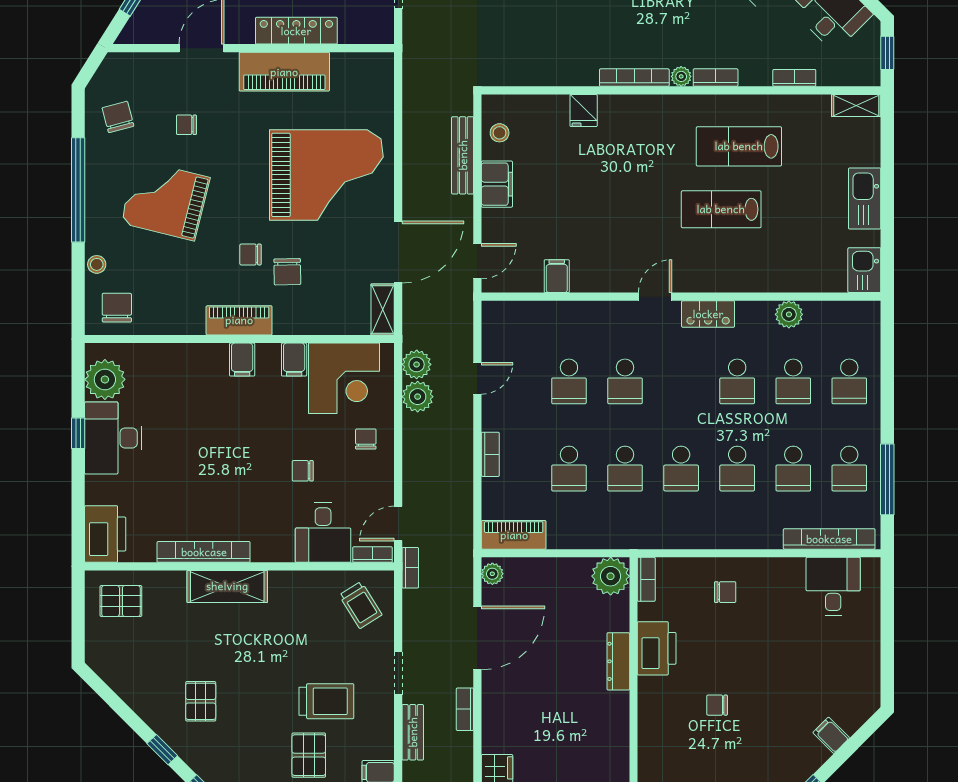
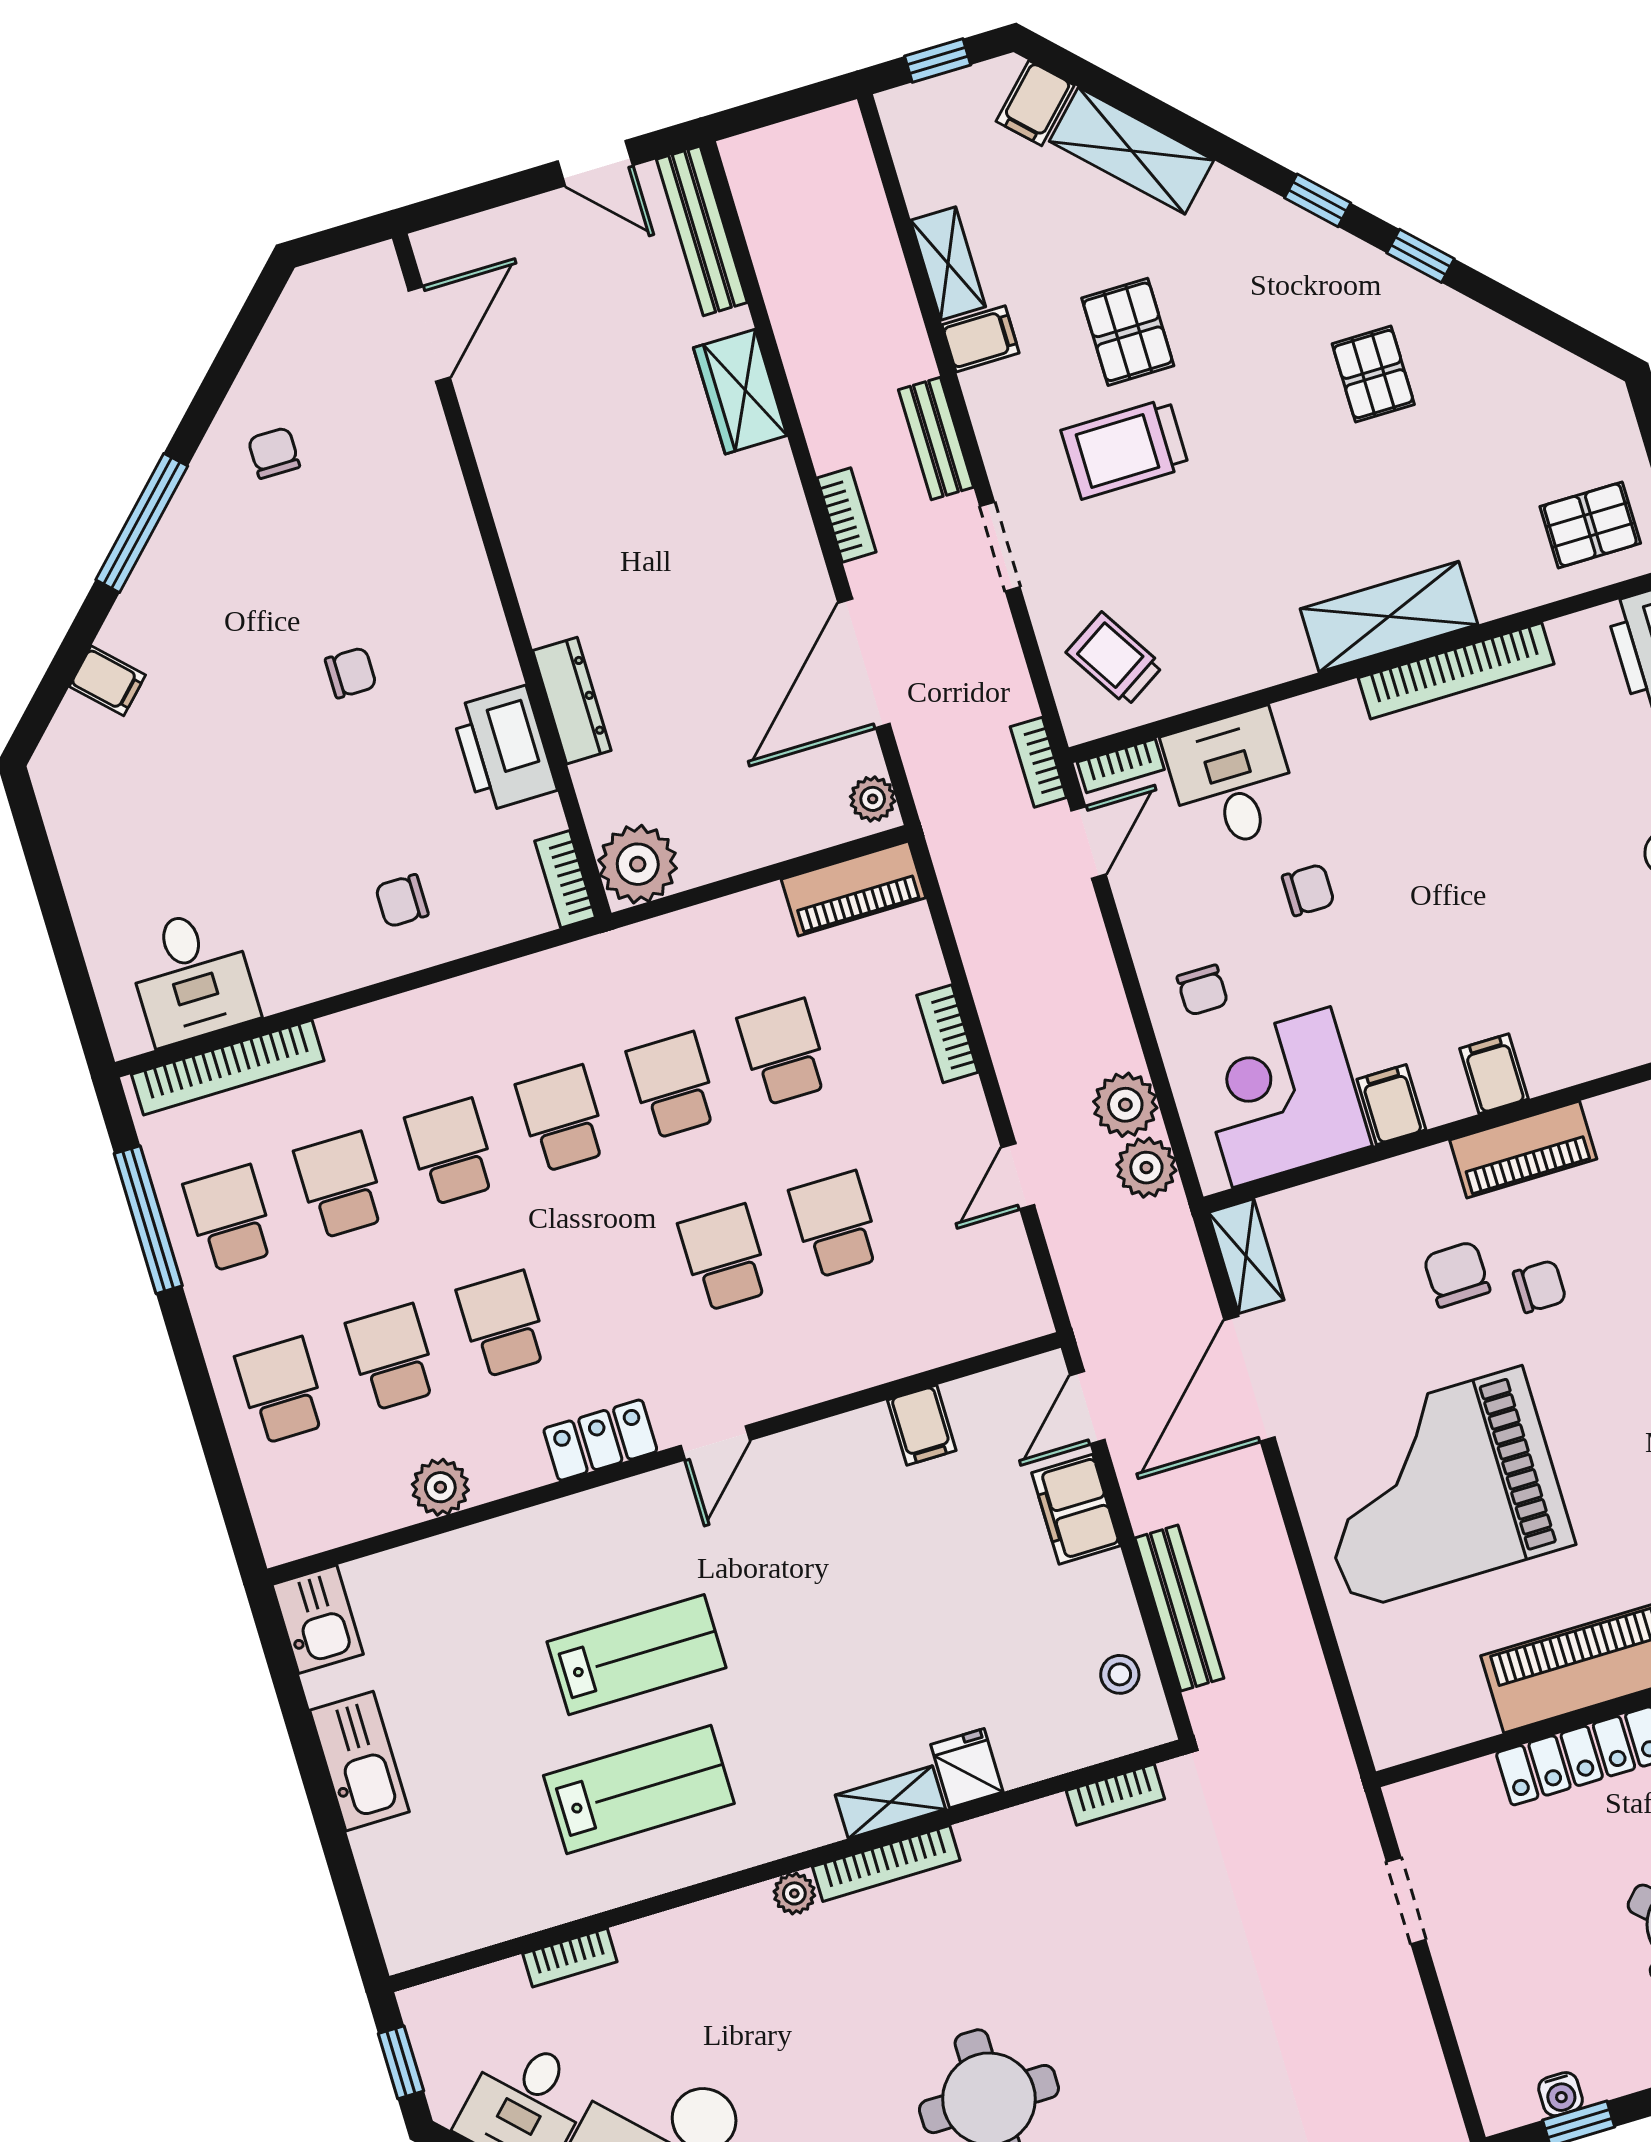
bookcase: (716, 78) -> (1115, 1795), moved
shelving: (856, 105) -> (890, 1802), moved
filing cabinet: (497, 184) -> (1076, 1509), moved

